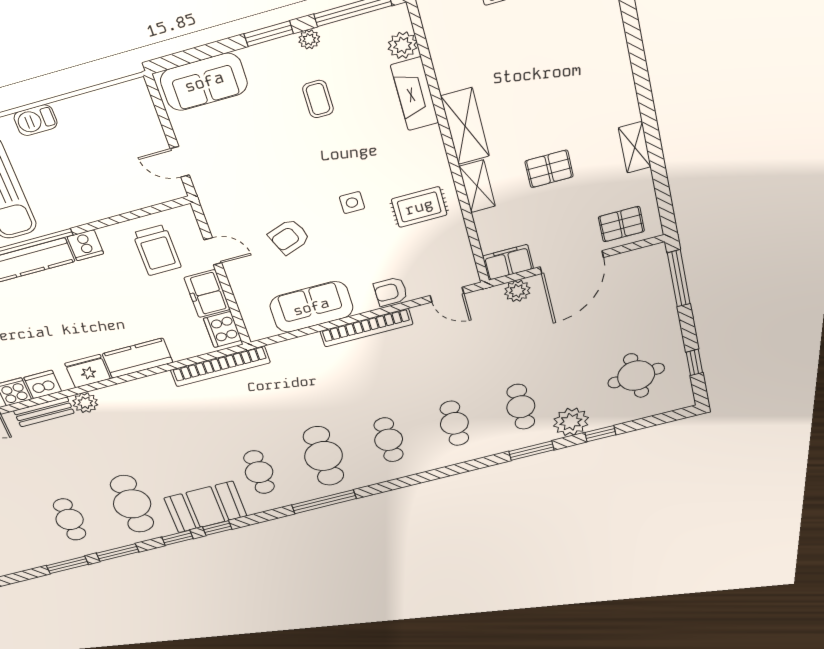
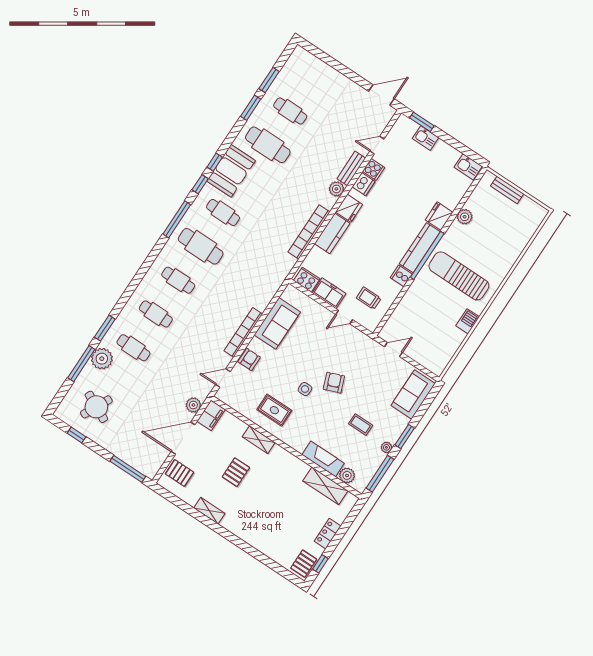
shelving: (465, 126) -> (325, 486), moved
rug: (419, 207) -> (274, 410), turned 90
pallet: (621, 224) -> (180, 473), turned 90
armchair: (289, 237) -> (334, 383), moved
trolley: (157, 250) -> (369, 298), width x0.73, depth x0.72
door: (572, 262) -> (183, 438), hinge flipped
bookcase: (220, 366) -> (309, 232), moved
round table: (636, 376) -> (96, 407), turned 31
window: (600, 434) -> (81, 364), width x2.17
window: (178, 538) -> (200, 184), moved

